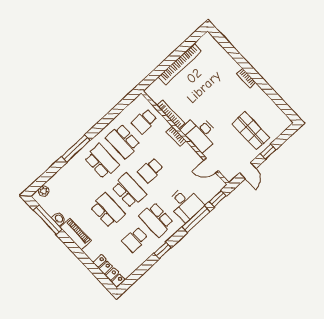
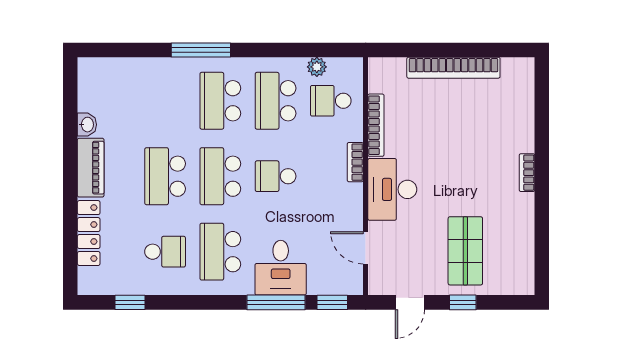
school desk: (102, 161) -> (220, 101), turned 180
school desk: (129, 190) -> (220, 176), turned 180
plant: (44, 191) -> (317, 67), moved
school desk: (108, 210) -> (165, 176), turned 180
window: (48, 220) -> (70, 112), removed
school desk: (135, 240) -> (165, 252), turned 180
window: (163, 250) -> (130, 302), moved
locker: (109, 271) -> (89, 233), moved

